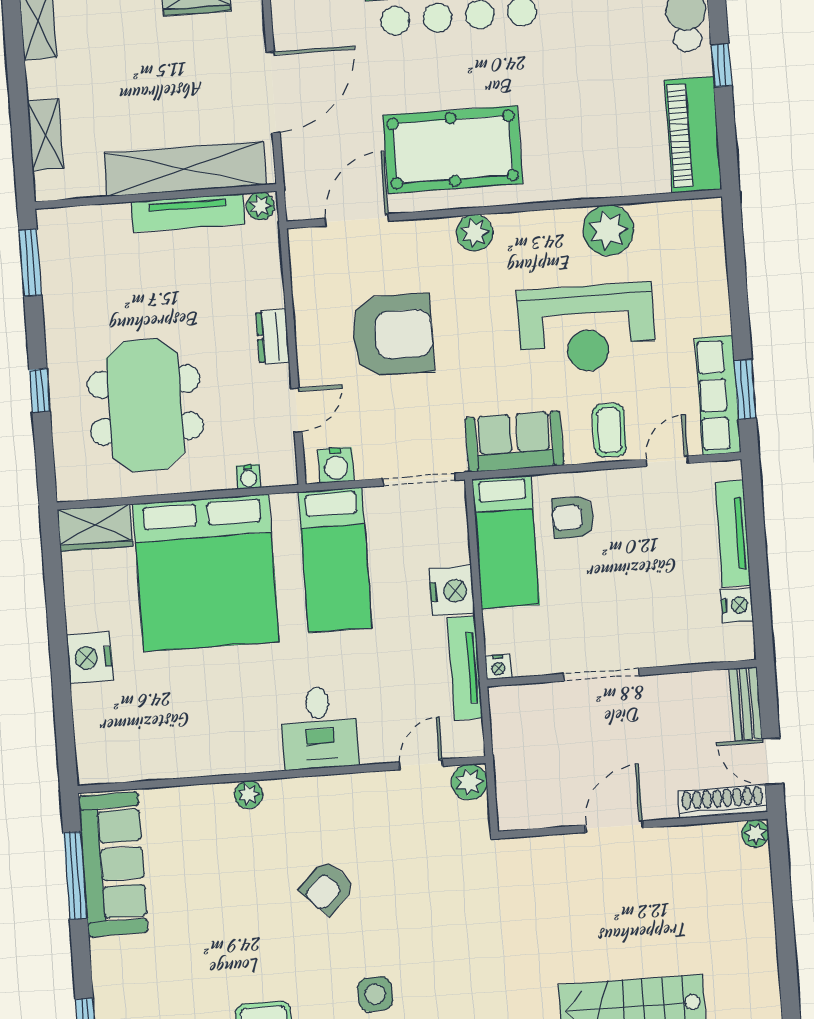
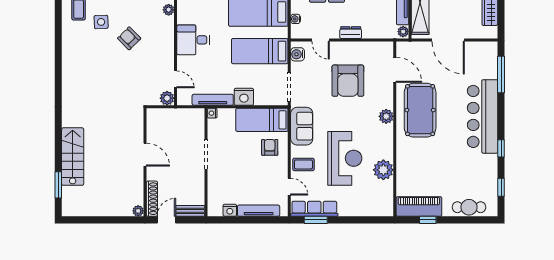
window: (721, 65) -> (428, 220), moved
reception desk: (586, 328) -> (345, 158), turned 180
side table: (375, 994) -> (101, 22), moved

